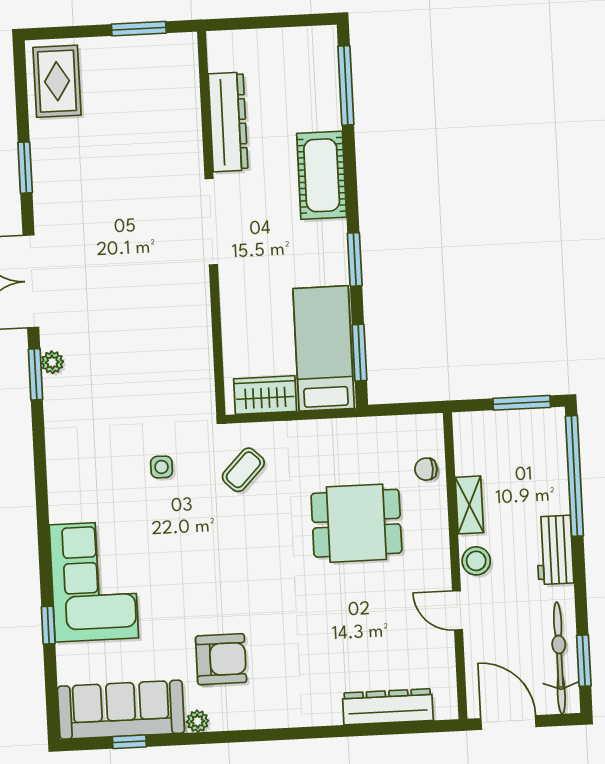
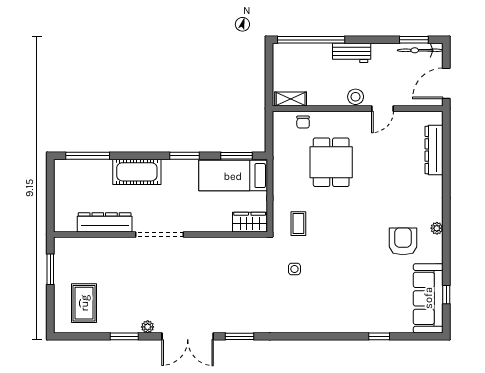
rug: (57, 81) -> (84, 303), moved, turned 90
plant: (52, 362) -> (148, 327), moved
wardrobe: (265, 395) -> (250, 222), moved, turned 90
window: (522, 403) -> (269, 67), removed
coffee table: (243, 470) -> (298, 224), turned 46
shelving: (469, 505) -> (291, 99), moved
corner sofa: (94, 581) -> (356, 310), removed
bicycle: (559, 658) -> (420, 50), width x0.73, depth x0.71
plant: (198, 721) -> (437, 228), moved

